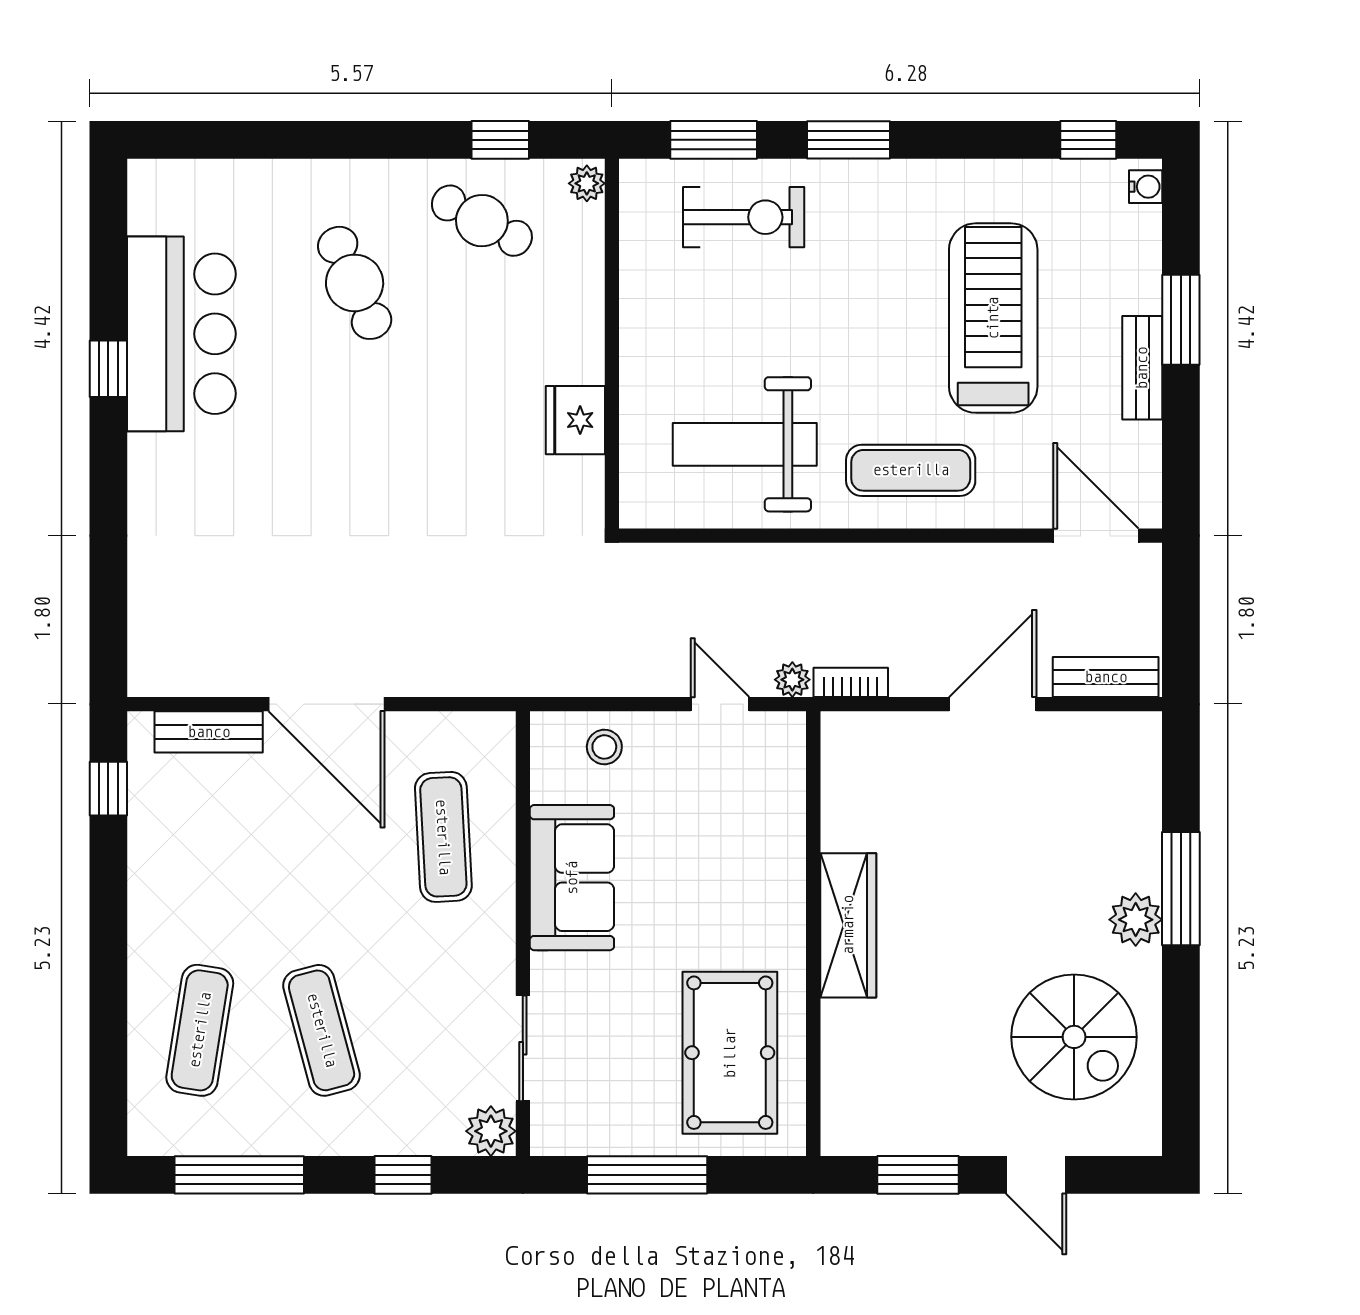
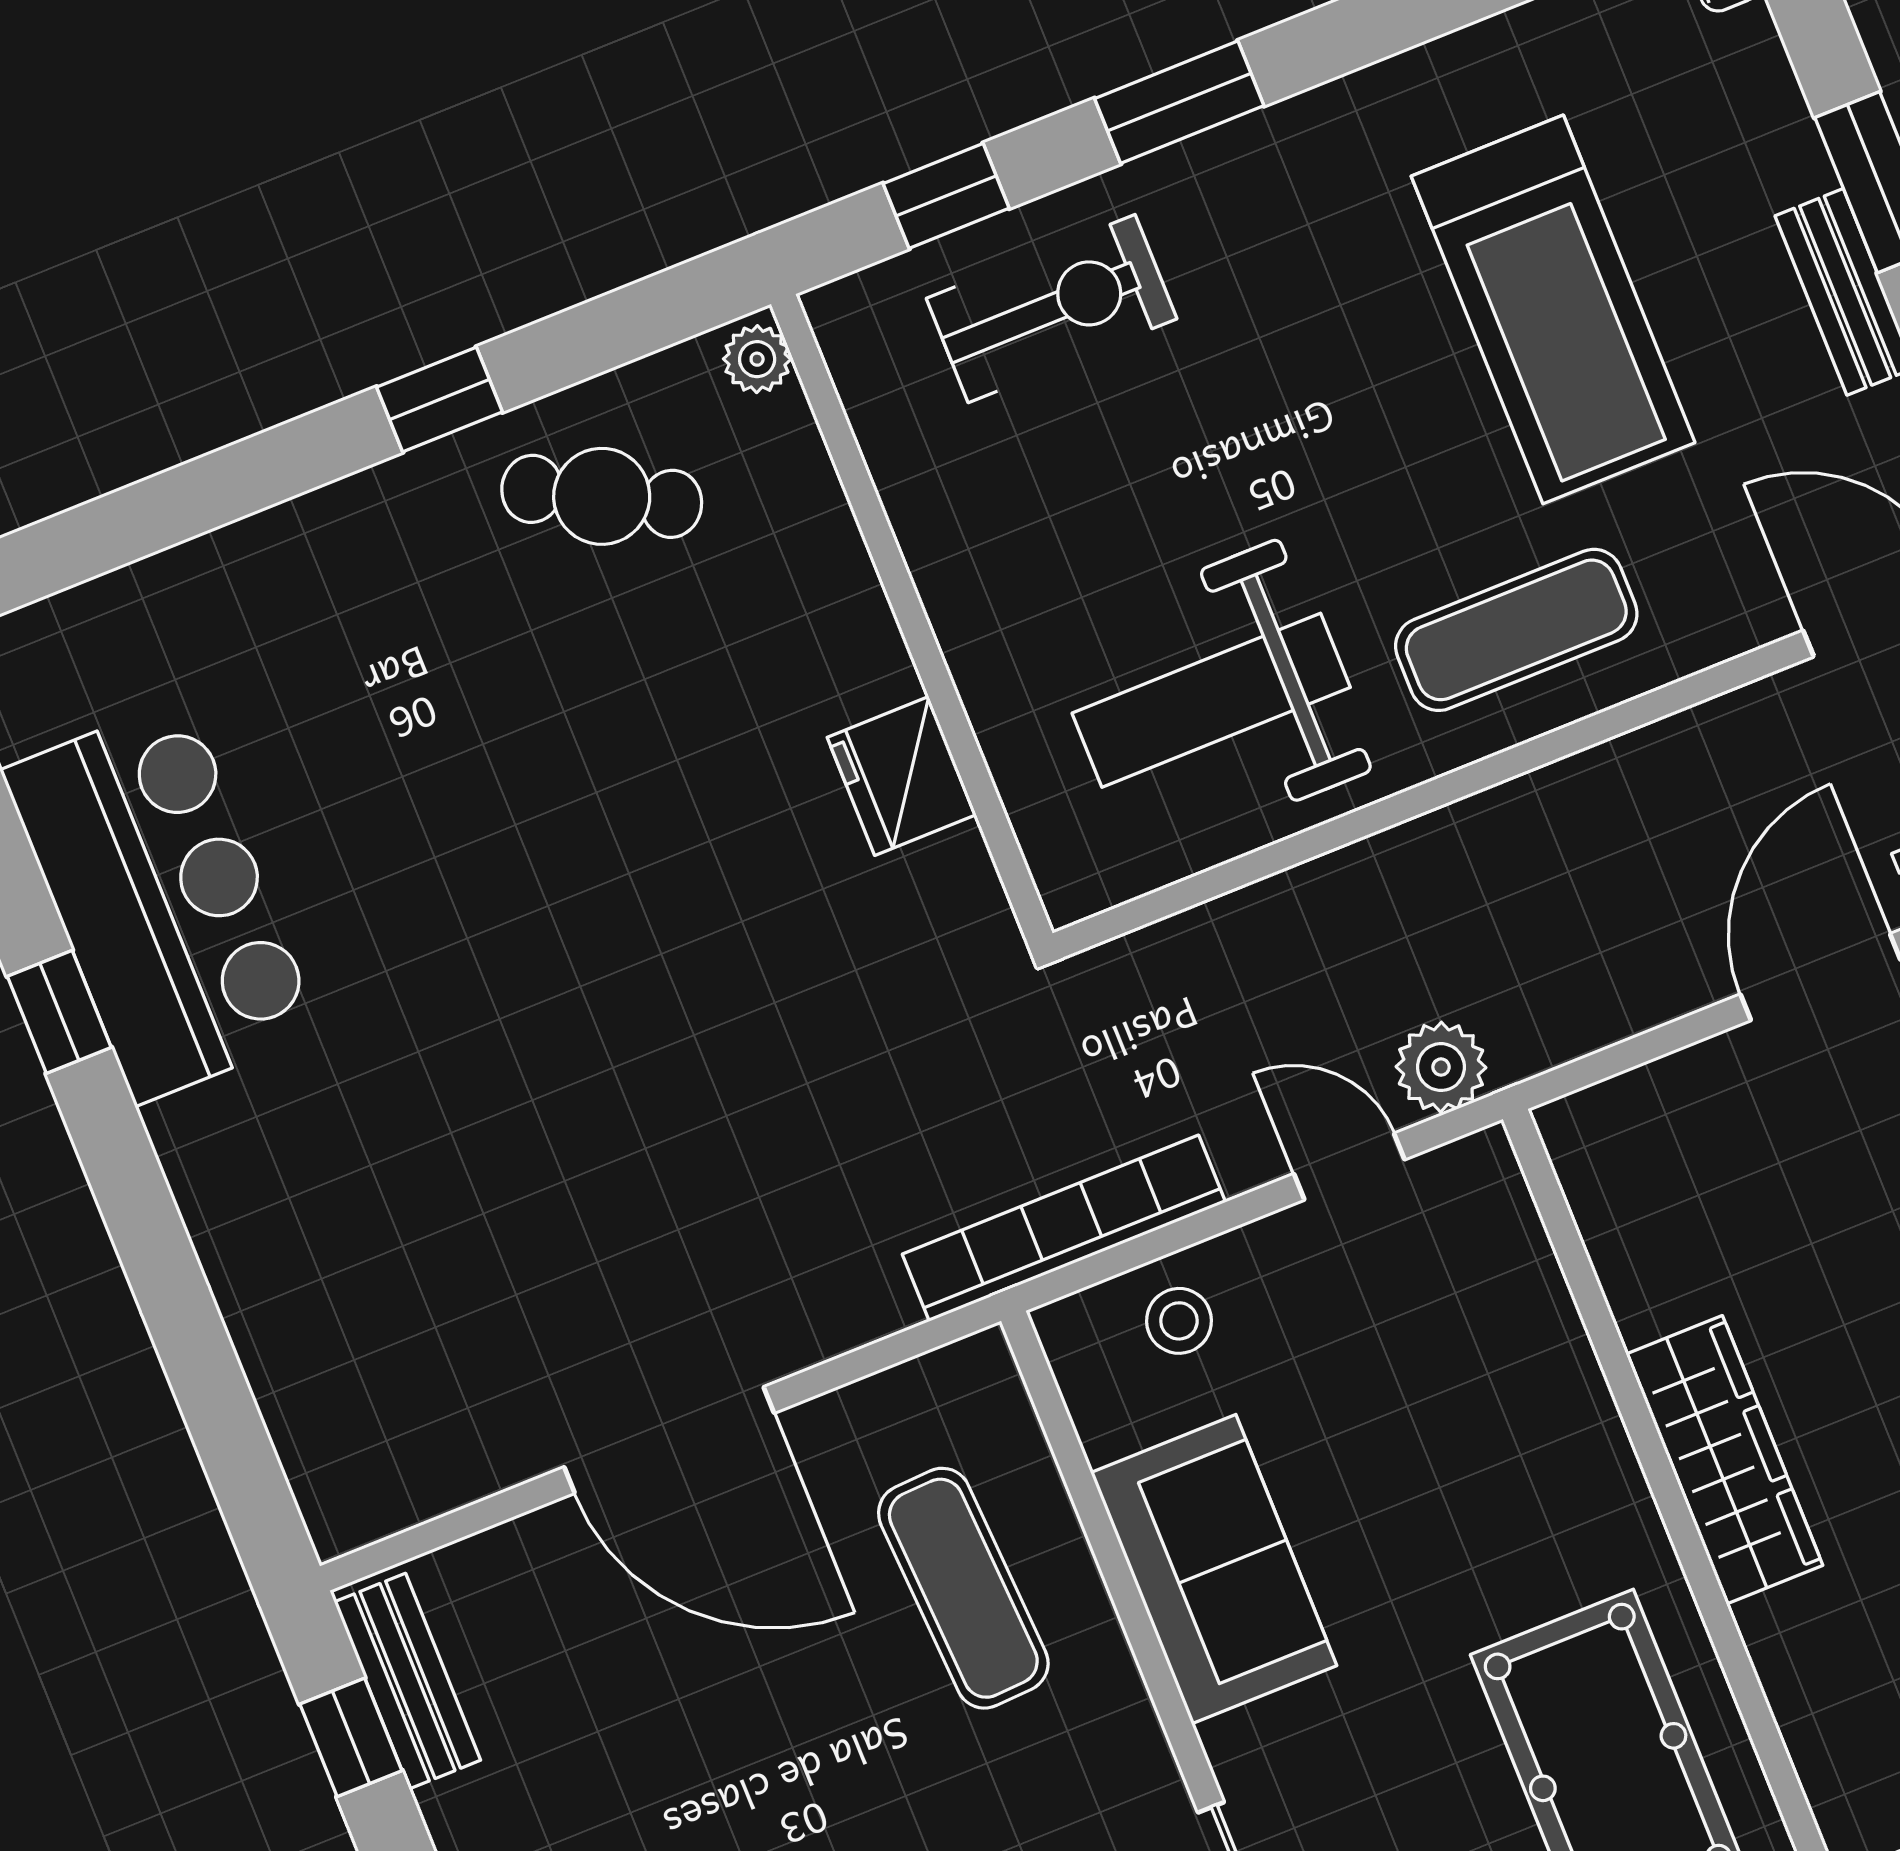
window: (500, 140) -> (440, 399), moved
window: (714, 140) -> (946, 196), width x0.67
cafe table: (355, 283) -> (425, 692), removed
treadmill: (993, 318) -> (1553, 309), turned 180
plant: (792, 680) -> (1441, 1067), width x1.38, depth x1.38
bookcase: (851, 682) -> (1064, 1228), moved, width x2.31, depth x1.31
bench: (209, 732) -> (407, 1681), moved, turned 90

